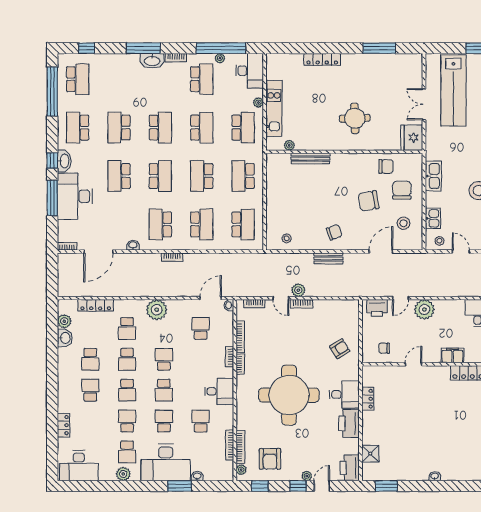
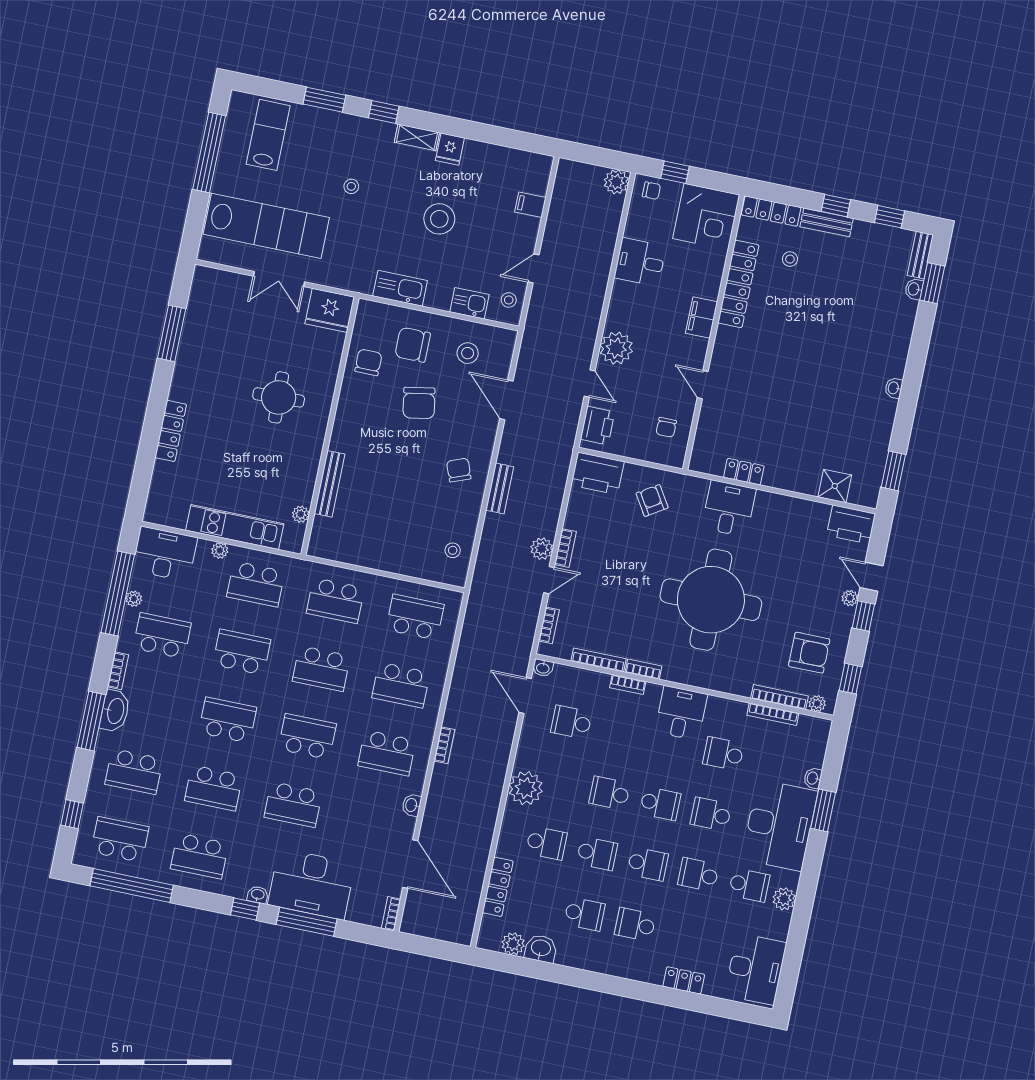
school desk: (119, 79) -> (134, 772), added
school desk: (243, 128) -> (256, 584), turned 180
washbasin: (64, 161) -> (258, 895), width x0.52, depth x0.69
school desk: (202, 224) -> (401, 685), turned 180
printer: (349, 423) -> (598, 473), moved

